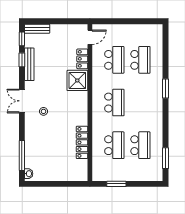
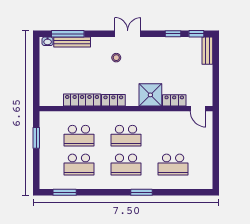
school desk: (114, 60) -> (126, 165), moved
bench: (29, 64) -> (72, 42), moved
locker: (82, 114) -> (113, 100), added

